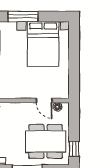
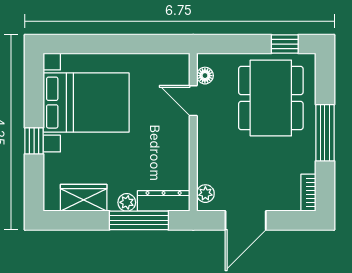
window: (23, 16) -> (34, 141), width x0.46
door: (44, 100) -> (193, 101), swing flipped

